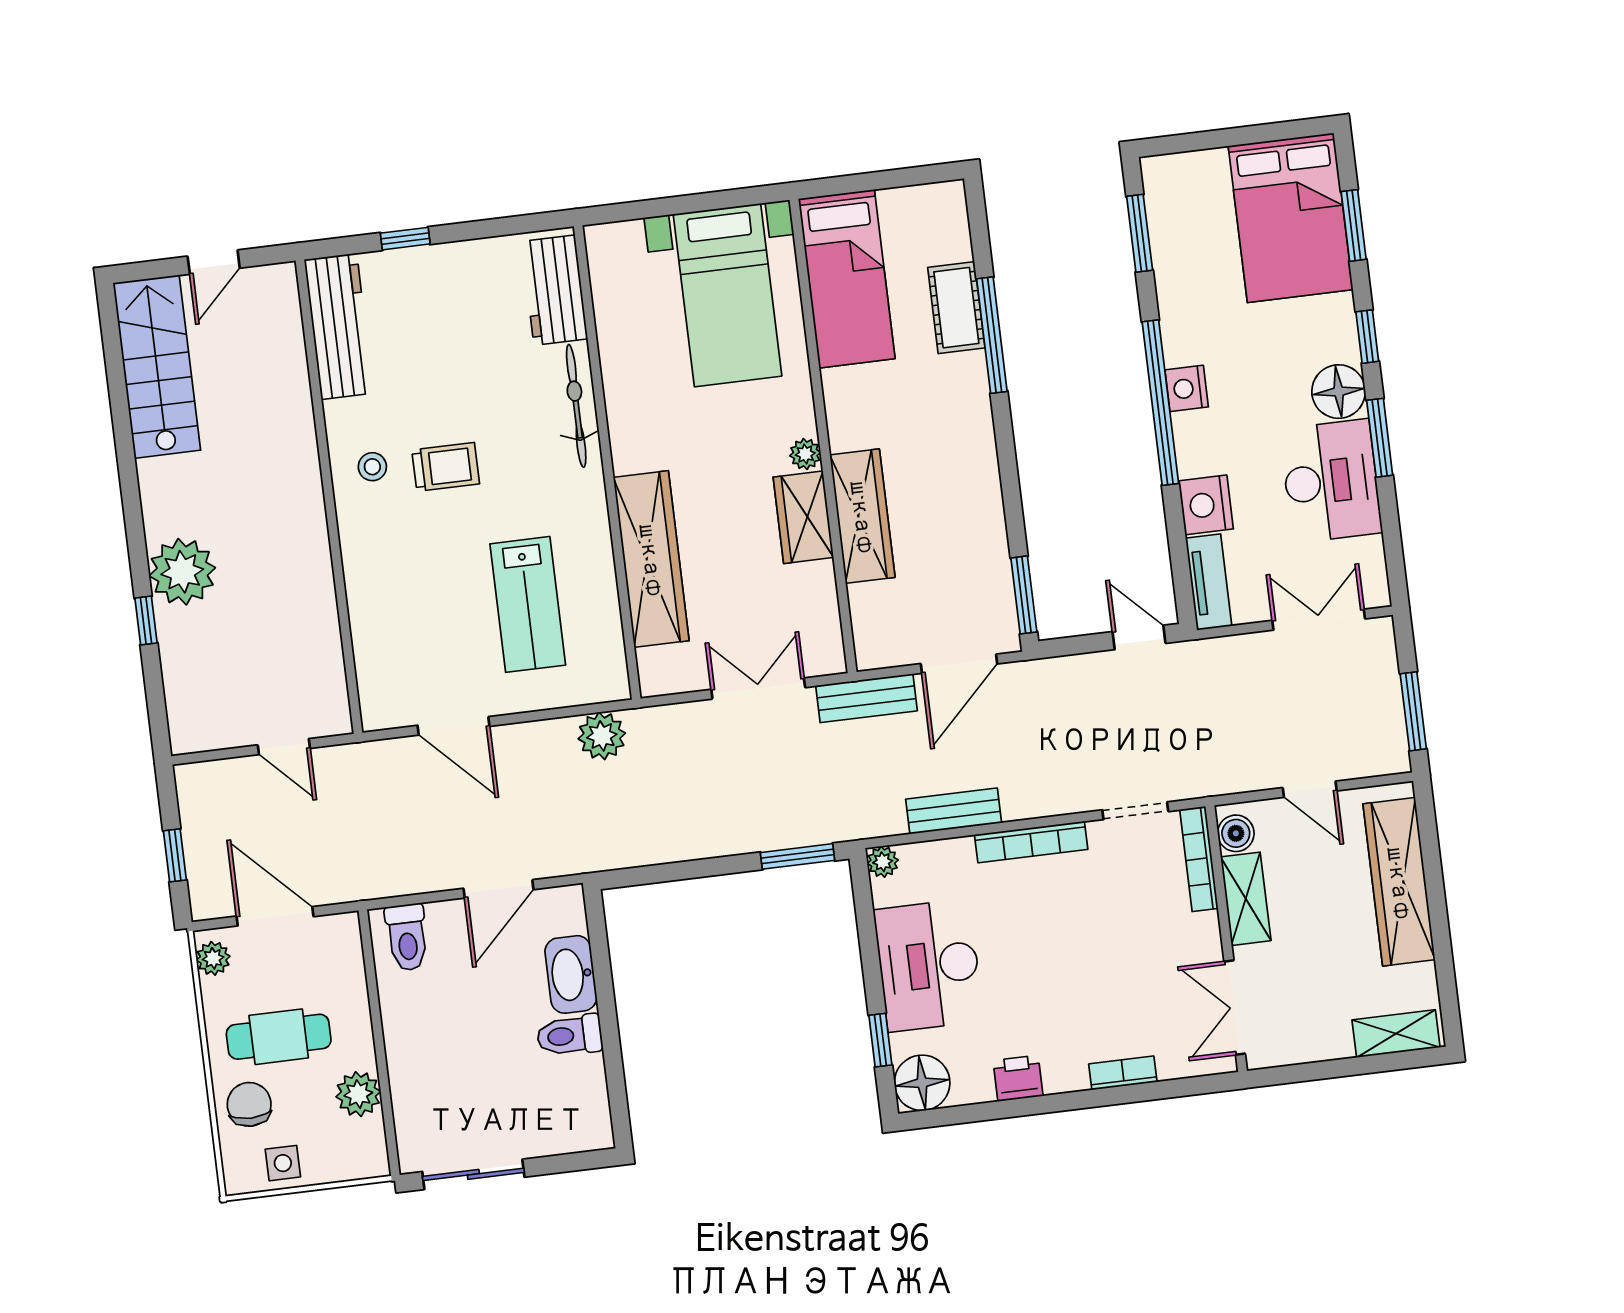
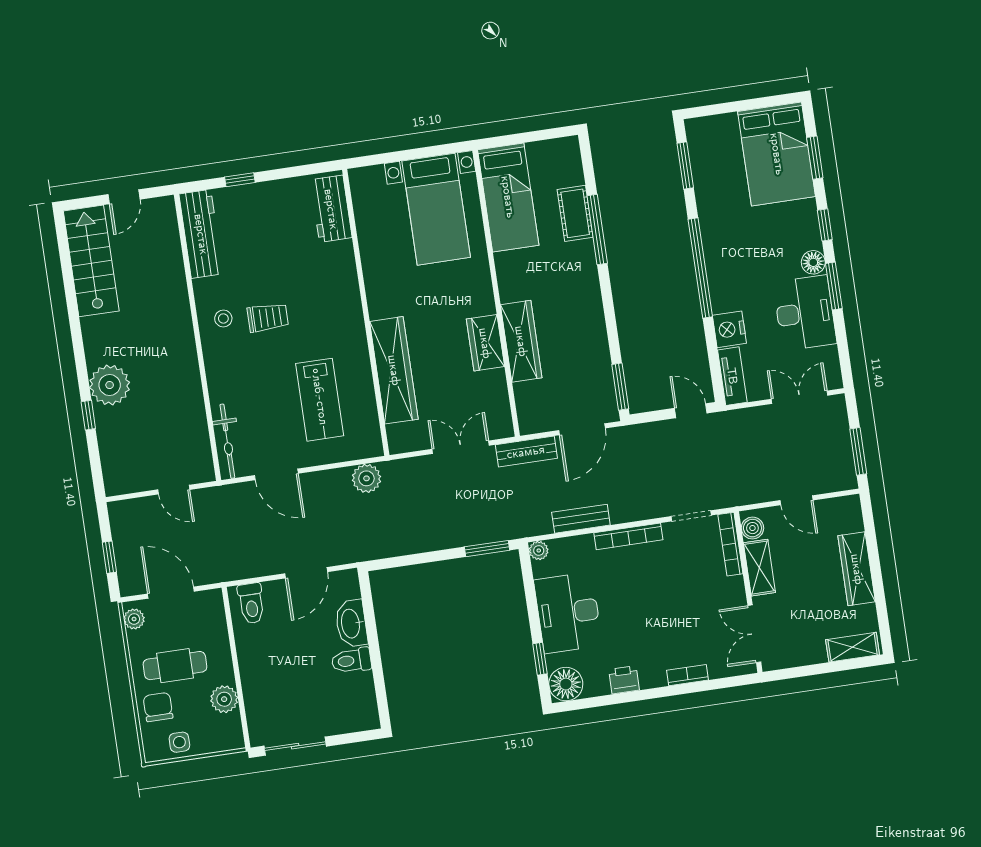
nightstand: (1187, 388) -> (716, 259), removed
floor lamp: (1339, 392) -> (813, 262), width x0.73, depth x0.73
bicycle: (576, 406) -> (227, 441), moved, turned 180
plant: (805, 454) -> (486, 304), removed
wardrobe: (1399, 882) -> (857, 569), width x0.71, depth x0.85

